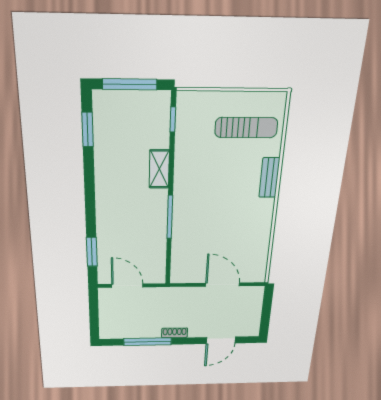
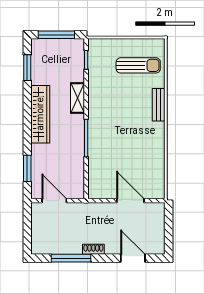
wardrobe: (108, 189) -> (40, 114), added
door: (221, 340) -> (133, 258), swing flipped

